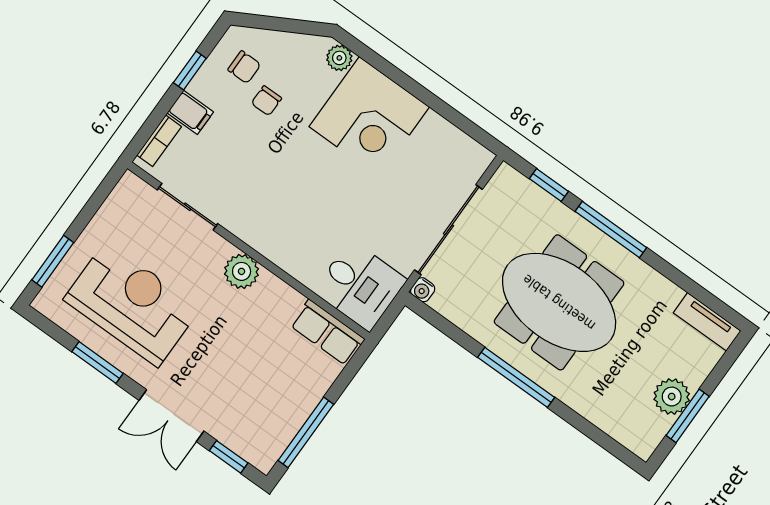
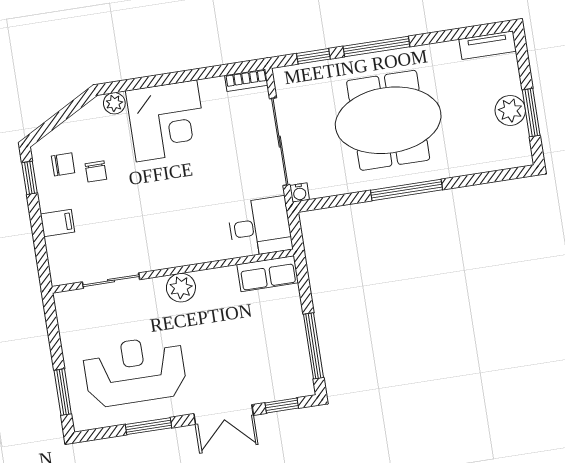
window: (190, 71) -> (29, 178), moved
bookcase: (159, 141) -> (246, 80), moved, turned 90

